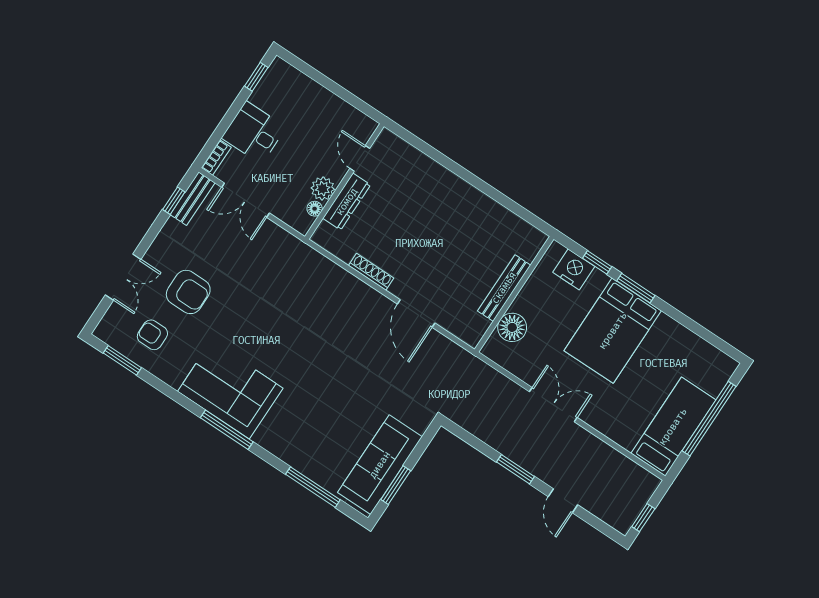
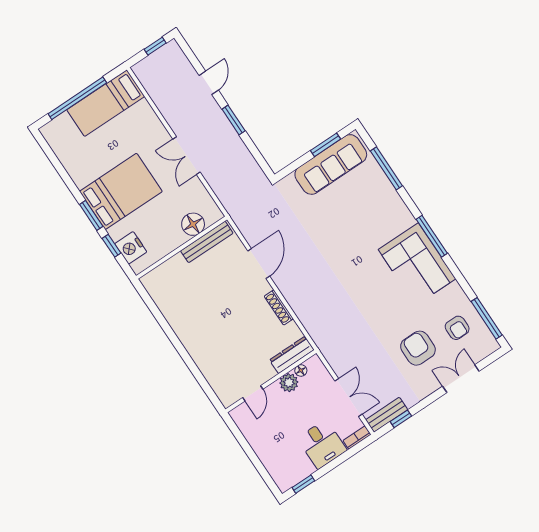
dresser: (347, 202) -> (292, 355), moved
bench: (504, 288) -> (207, 242), moved
window: (122, 360) -> (487, 318), width x1.44

